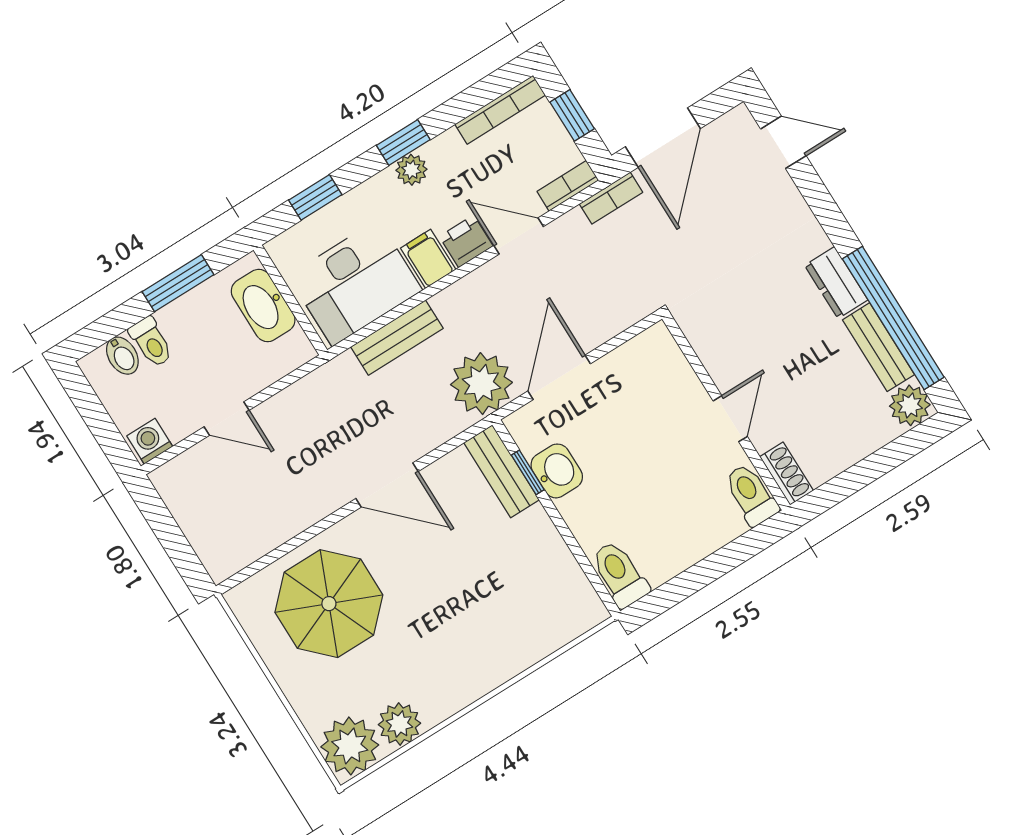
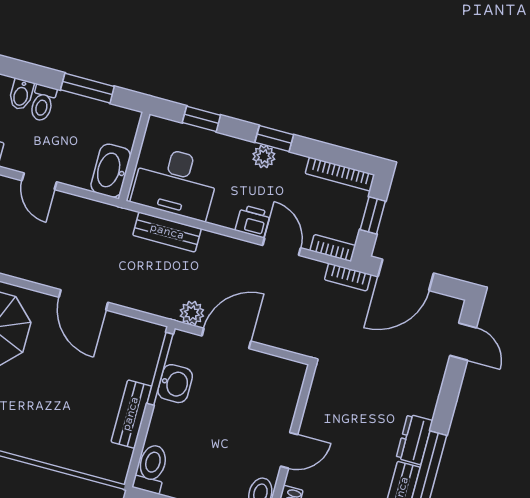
filing cabinet: (428, 259) -> (225, 210), removed
washbasin: (263, 306) -> (111, 171), moved
plant: (481, 384) -> (192, 313), width x0.53, depth x0.53
bench: (502, 471) -> (131, 414), moved
window: (528, 472) -> (160, 369), width x2.17

